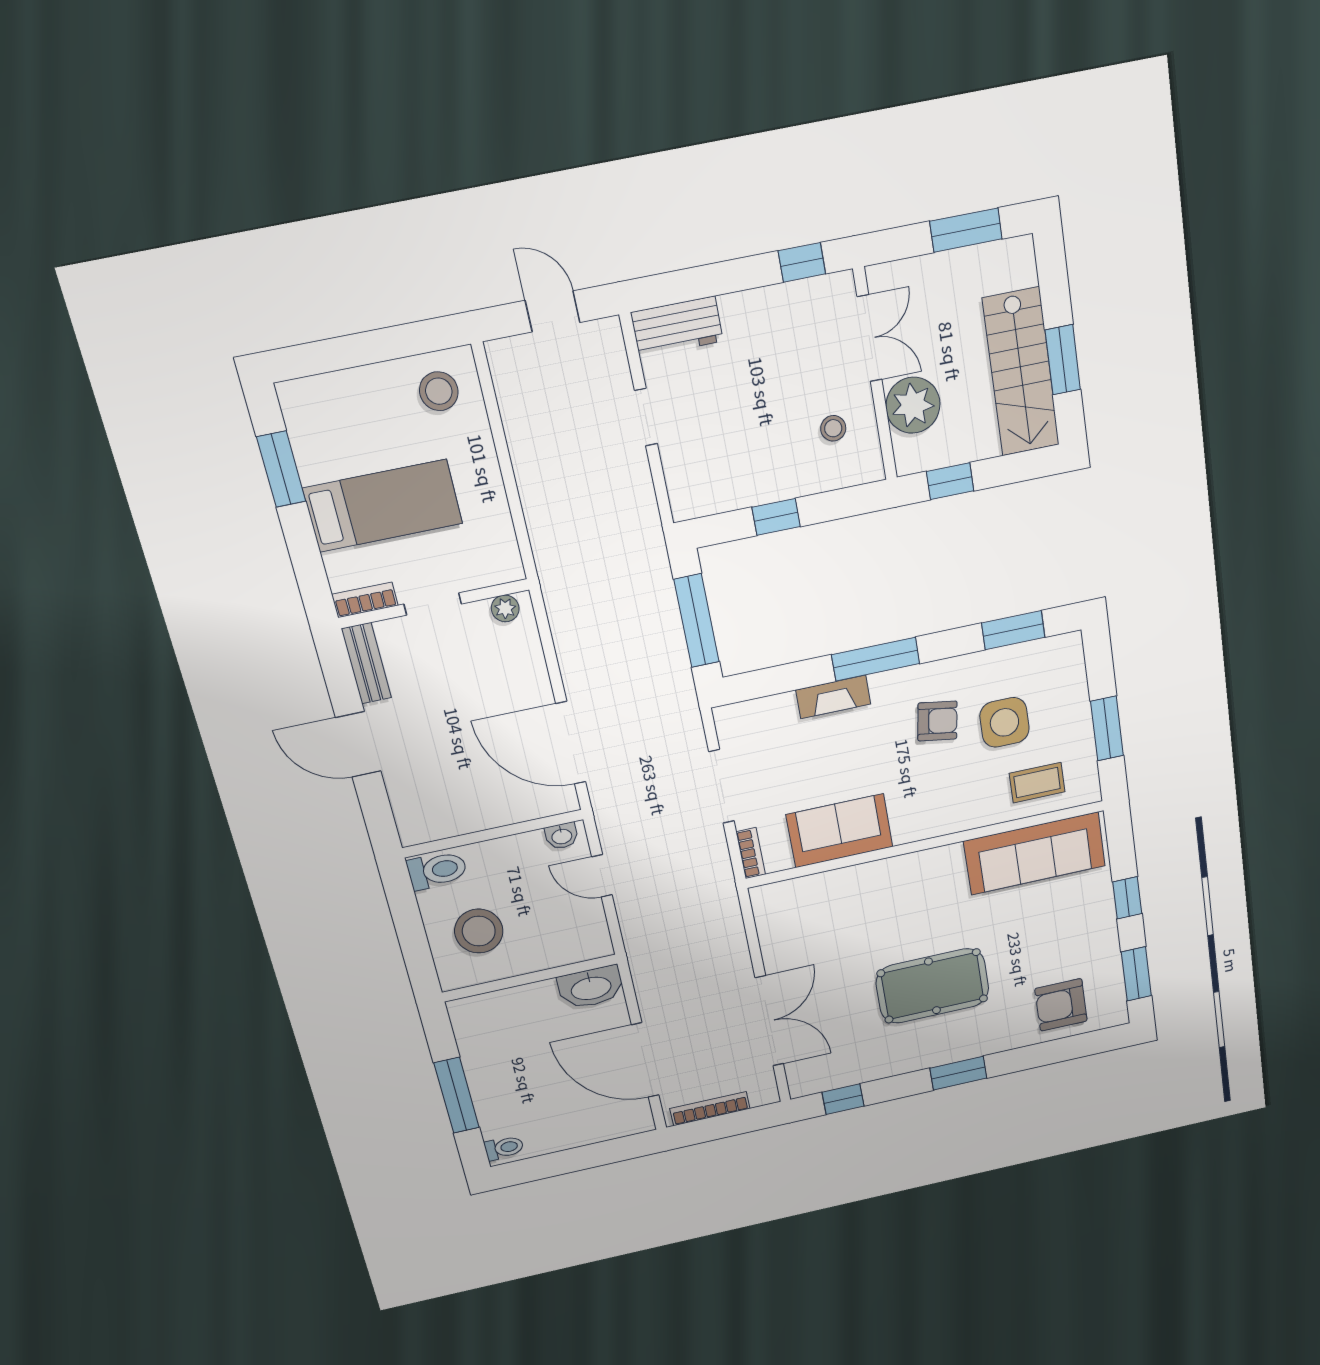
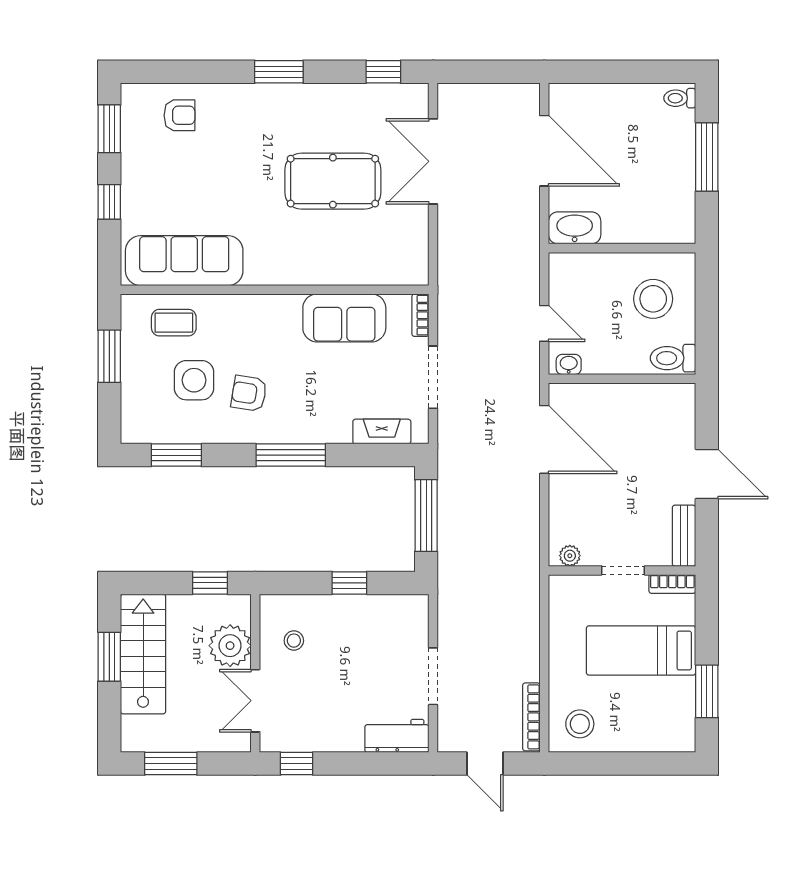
doorway: (646, 417) -> (433, 676), width x1.38
fireplace: (833, 697) -> (382, 432), moved
pool table: (932, 986) -> (333, 181), moved
armchair: (1061, 1005) -> (179, 115), width x0.72, depth x0.72
bookcase: (710, 1109) -> (531, 717), moved, turned 90

